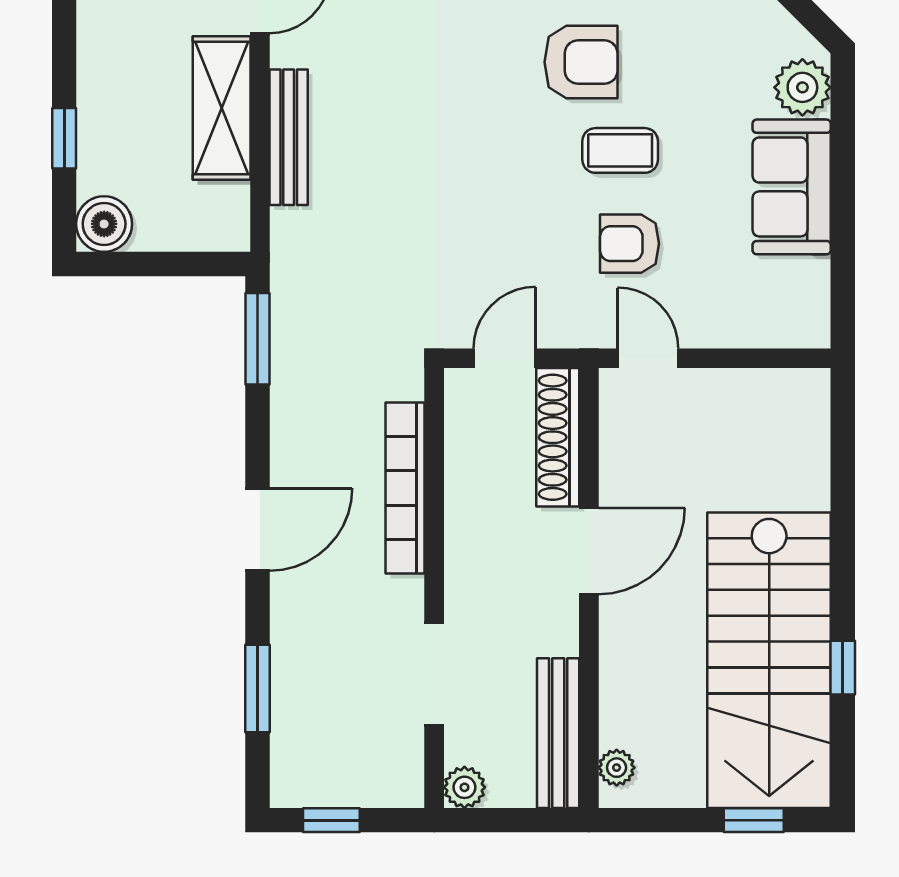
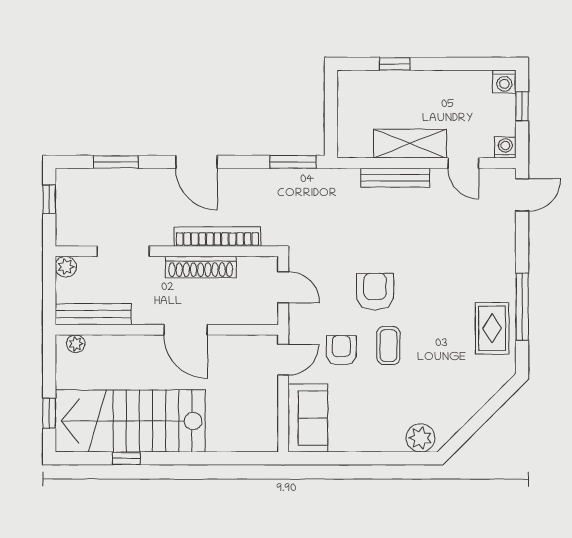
armchair: (581, 62) -> (375, 292), moved, turned 180
sofa: (792, 187) -> (308, 418), moved, turned 90
boiler: (104, 224) -> (351, 84), removed
shoe rack: (558, 437) -> (201, 267), moved, turned 180

